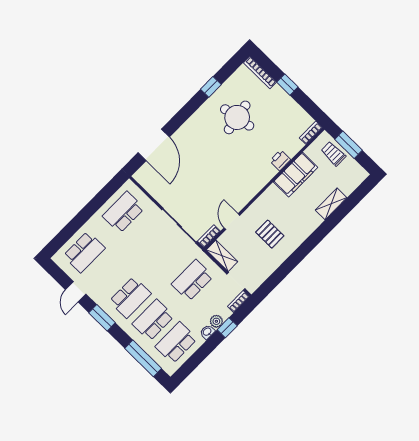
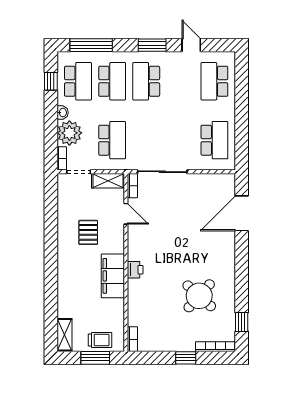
window: (211, 87) -> (242, 322), moved
round table: (237, 117) -> (199, 296), turned -38
door: (154, 145) -> (242, 213), hinge flipped
printer: (280, 160) -> (135, 270), moved
filing cabinet: (296, 175) -> (113, 276), moved
shelving: (331, 204) -> (64, 335), moved
pallet: (270, 234) -> (88, 232), turned 90
plant: (216, 321) -> (69, 133), width x1.87, depth x1.87
window: (227, 328) -> (51, 81), moved

